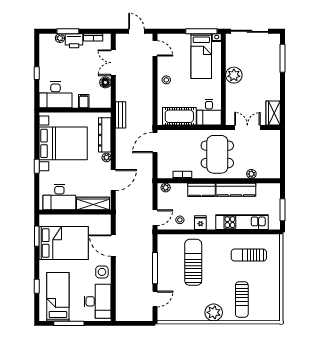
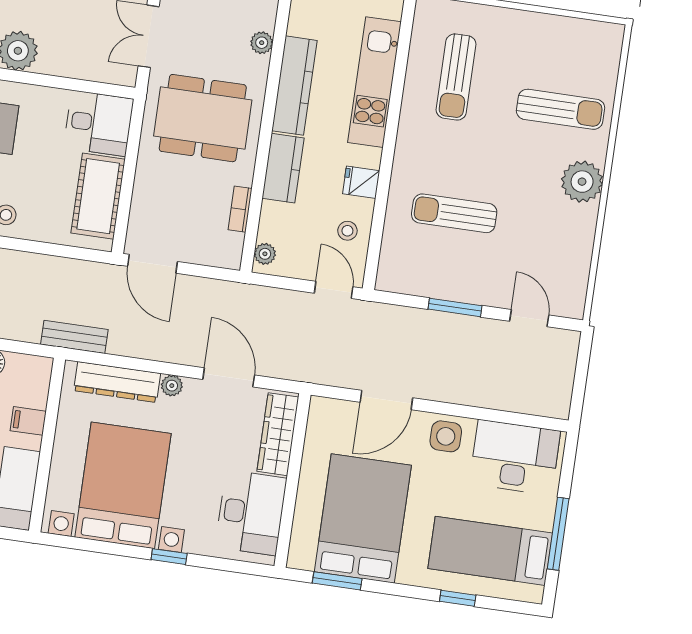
sun lounger: (193, 262) -> (454, 213), width x0.73, depth x0.75
window: (155, 268) -> (455, 307), width x0.69

